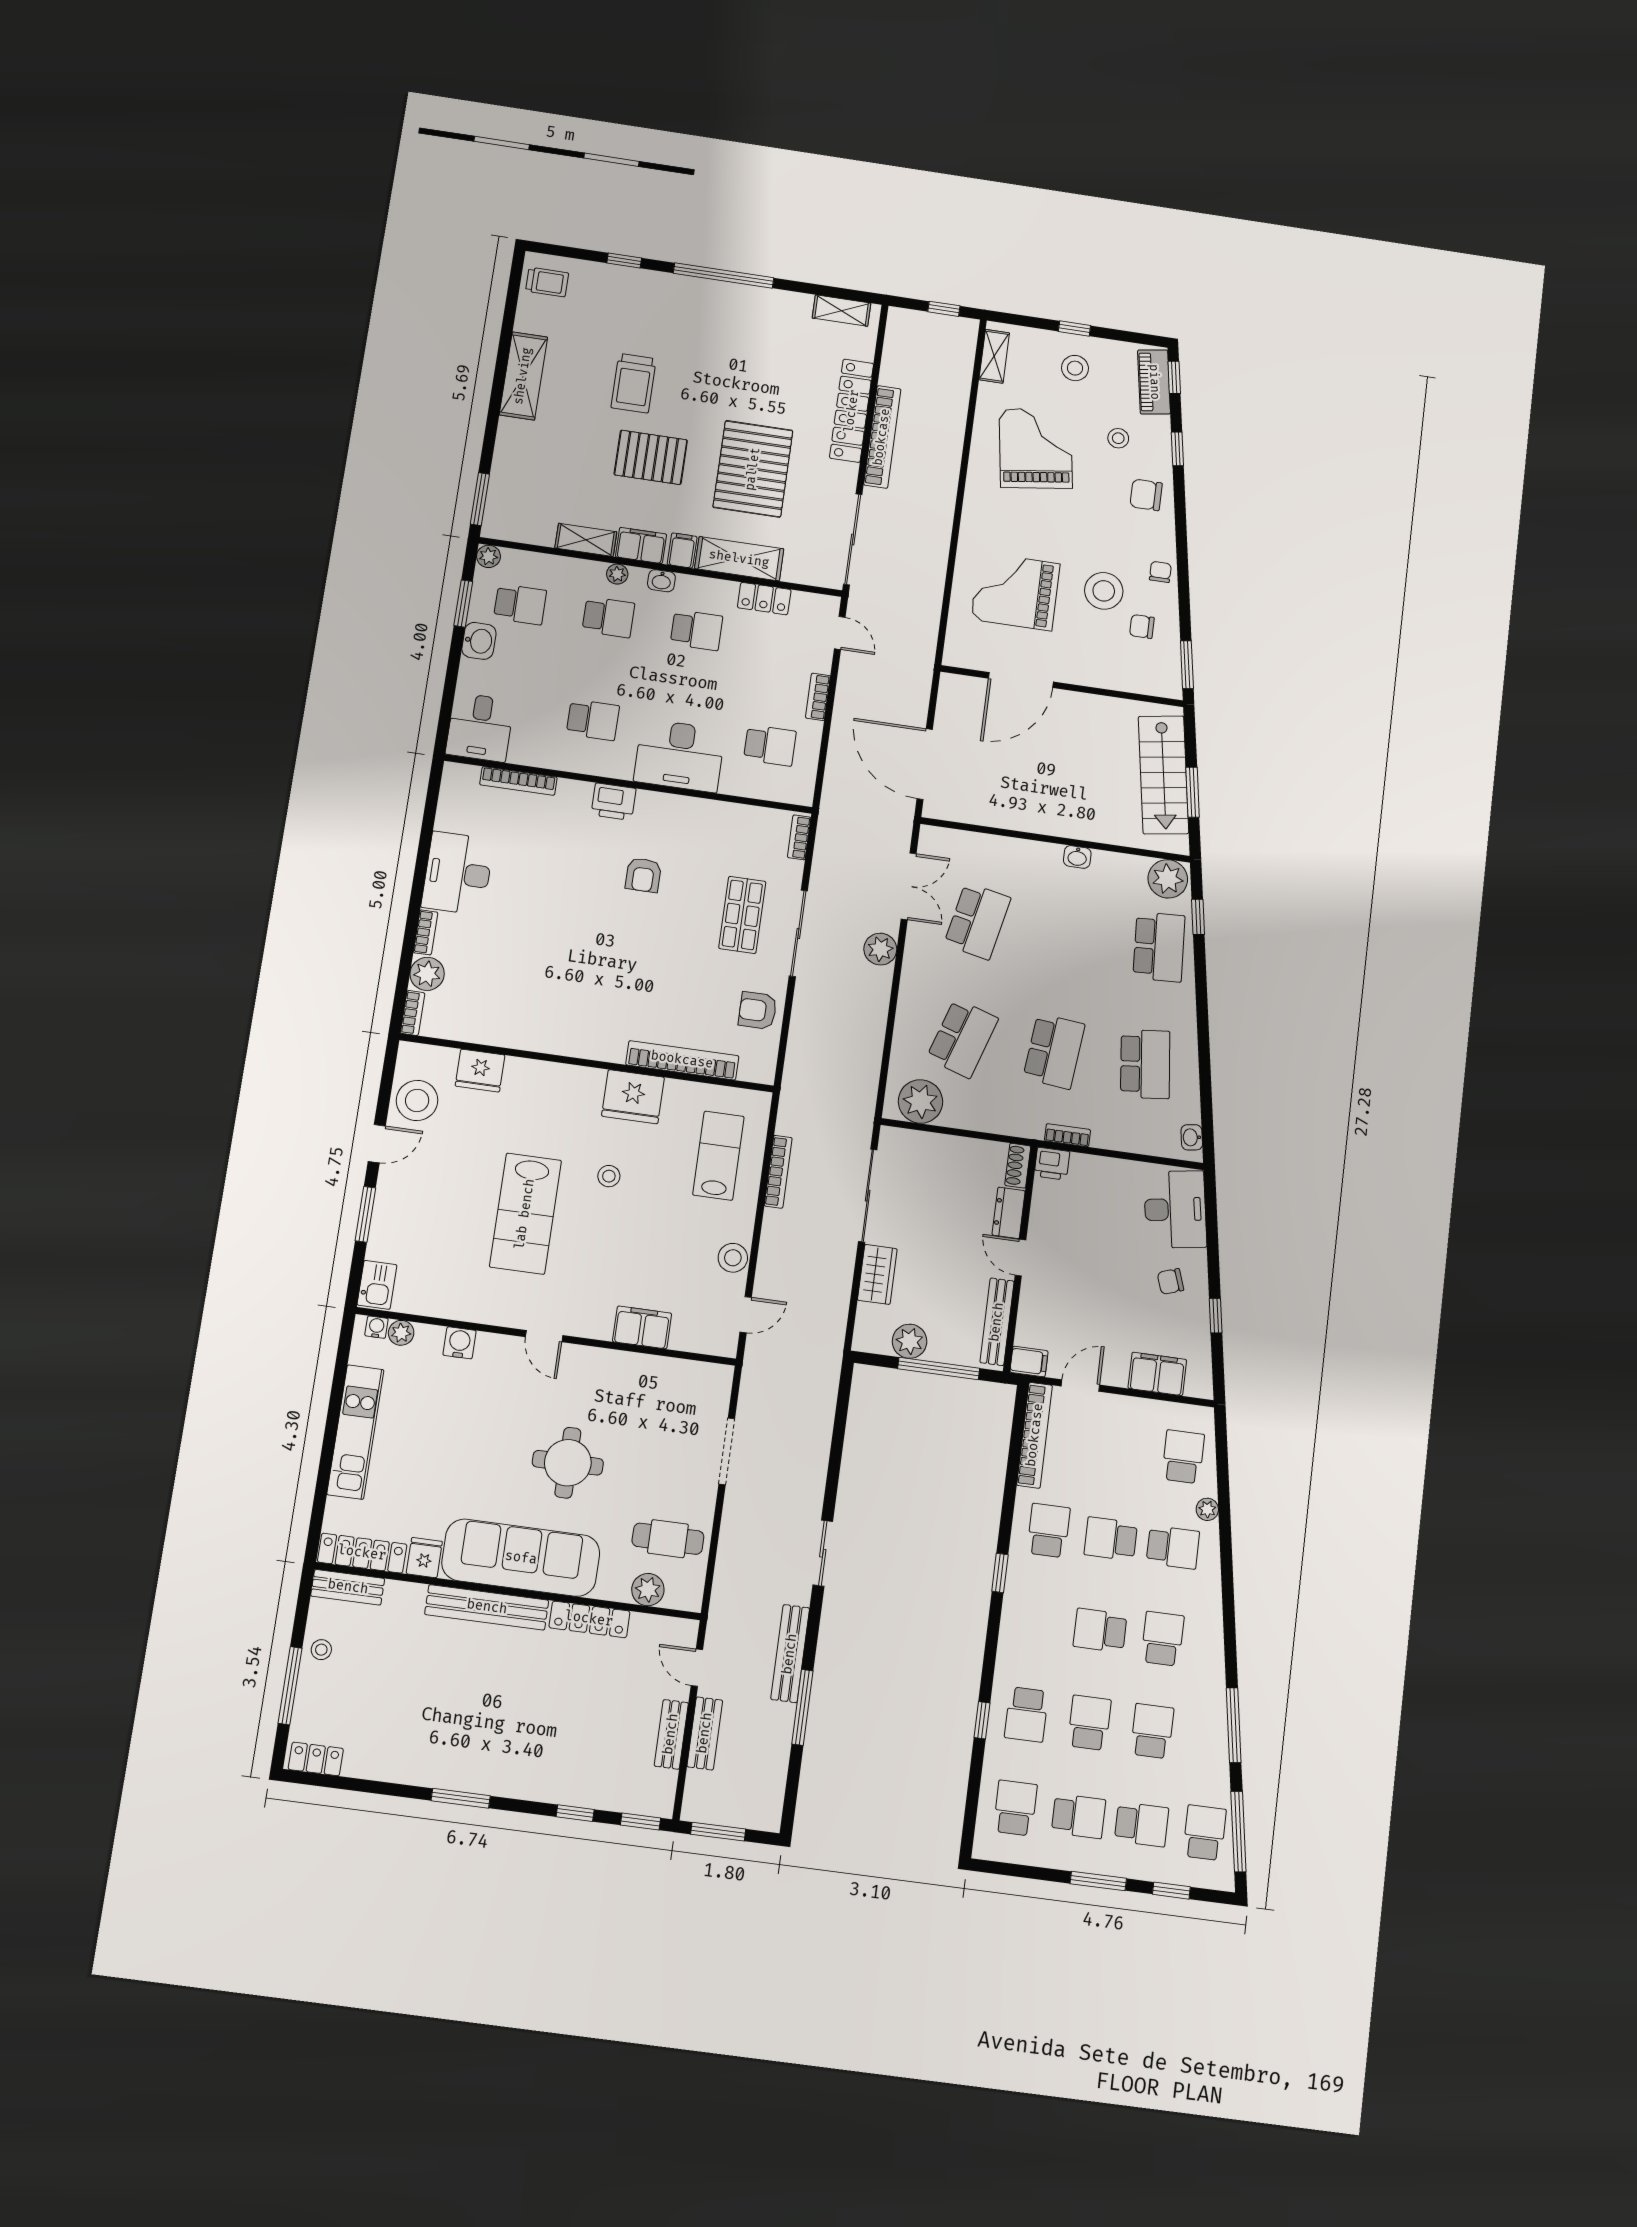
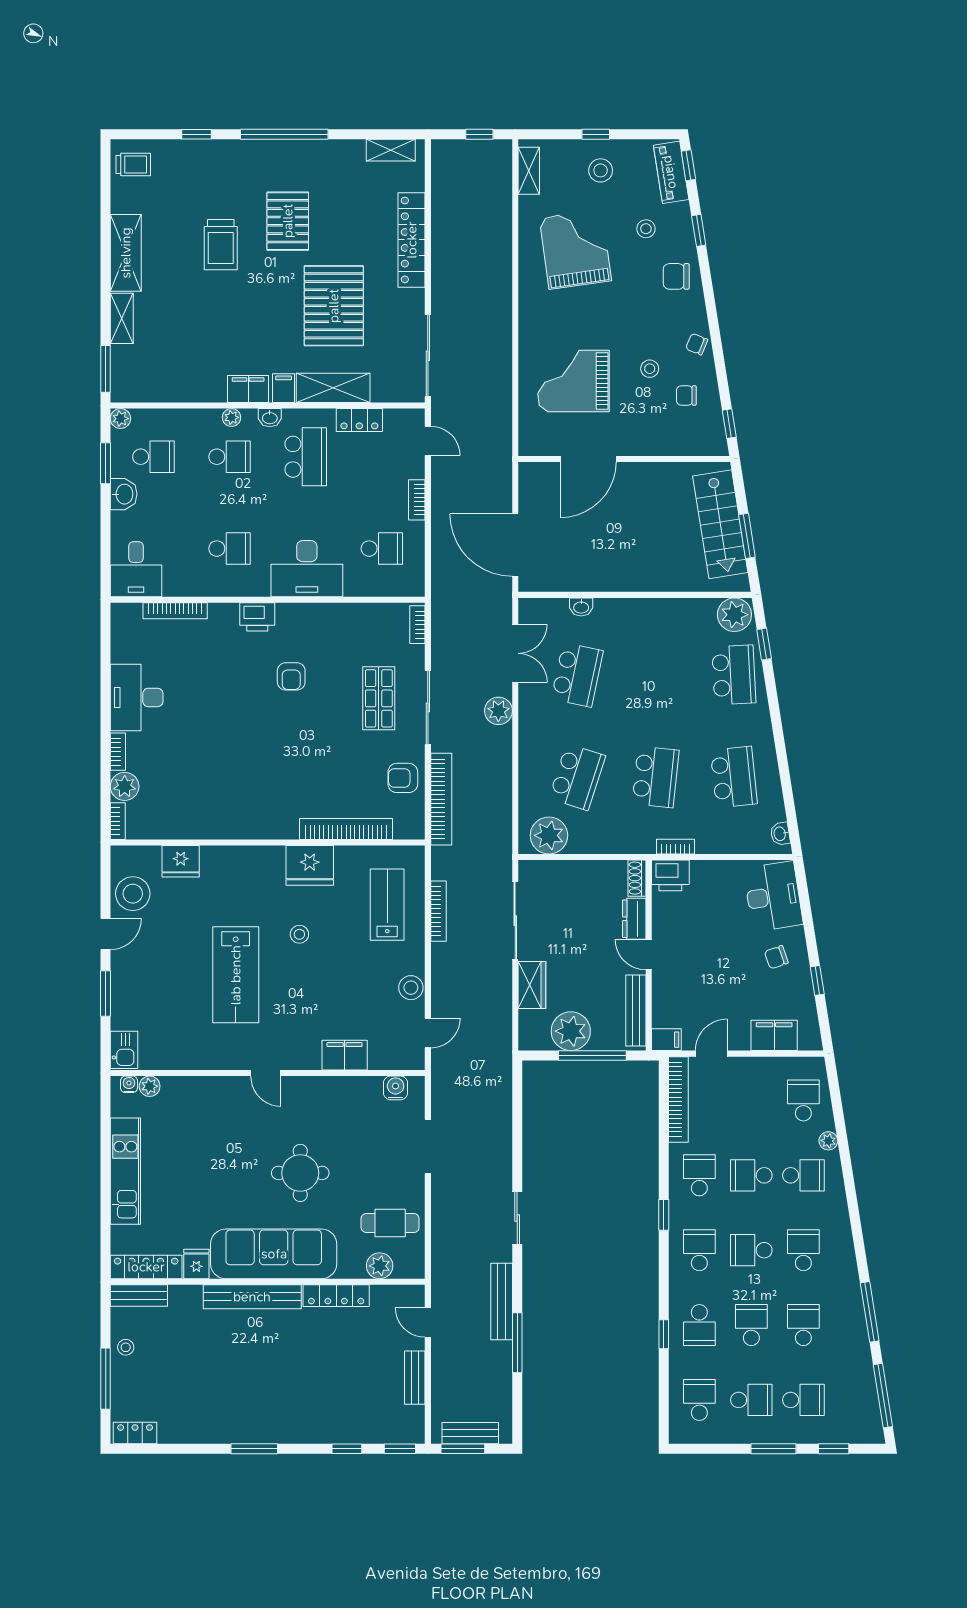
bookcase: (882, 437) -> (441, 799), moved
pallet: (651, 457) -> (288, 221), moved, turned 90
shelving: (586, 540) -> (122, 318), moved, turned 90
chair: (1160, 572) -> (697, 344), turned -68
stool: (1104, 591) -> (650, 369), width x0.53, depth x0.53
school desk: (696, 630) -> (306, 457), width x1.85
window: (1187, 665) -> (729, 424), width x0.67
washbasin: (1077, 857) -> (581, 607), moved
printer: (1052, 1164) -> (670, 875), width x1.36, depth x1.24
plant: (910, 1341) -> (571, 1031), width x1.36, depth x1.36
water cooler: (460, 1343) -> (396, 1088), moved
bench: (705, 1733) -> (470, 1433), moved, turned 90
school desk: (1205, 1833) -> (699, 1250), moved

